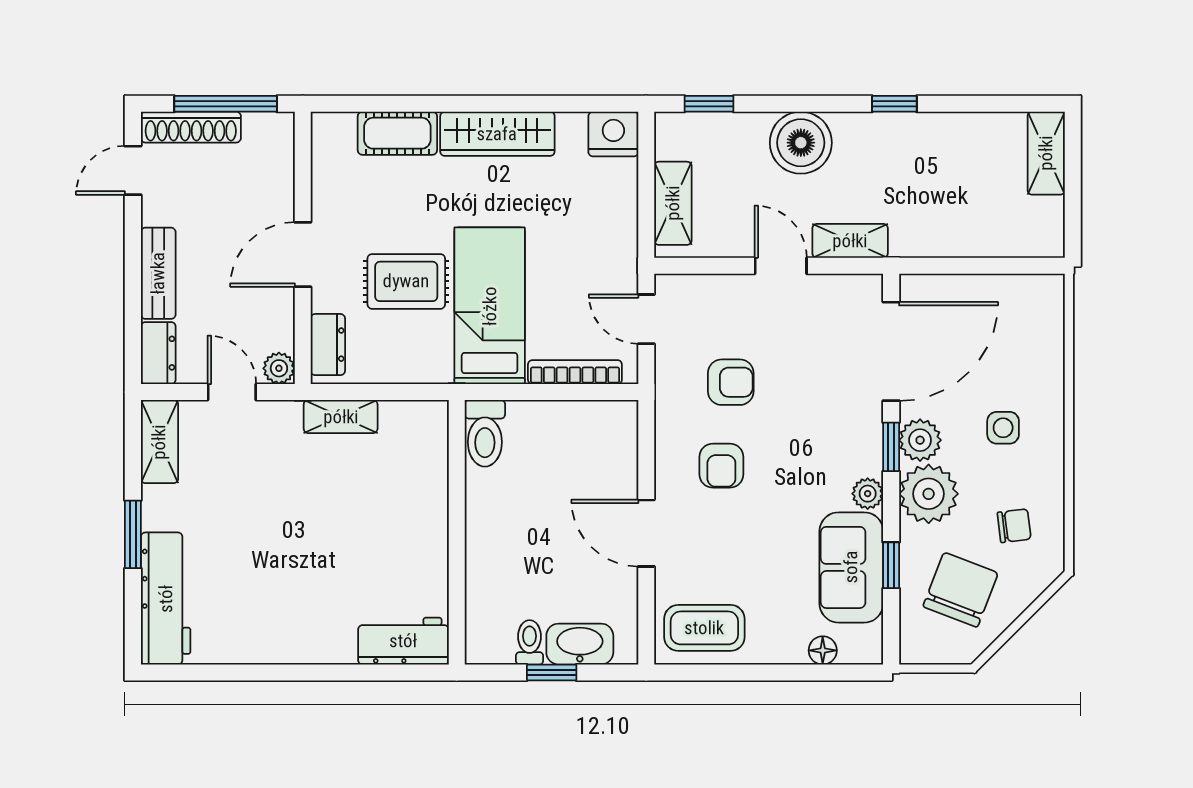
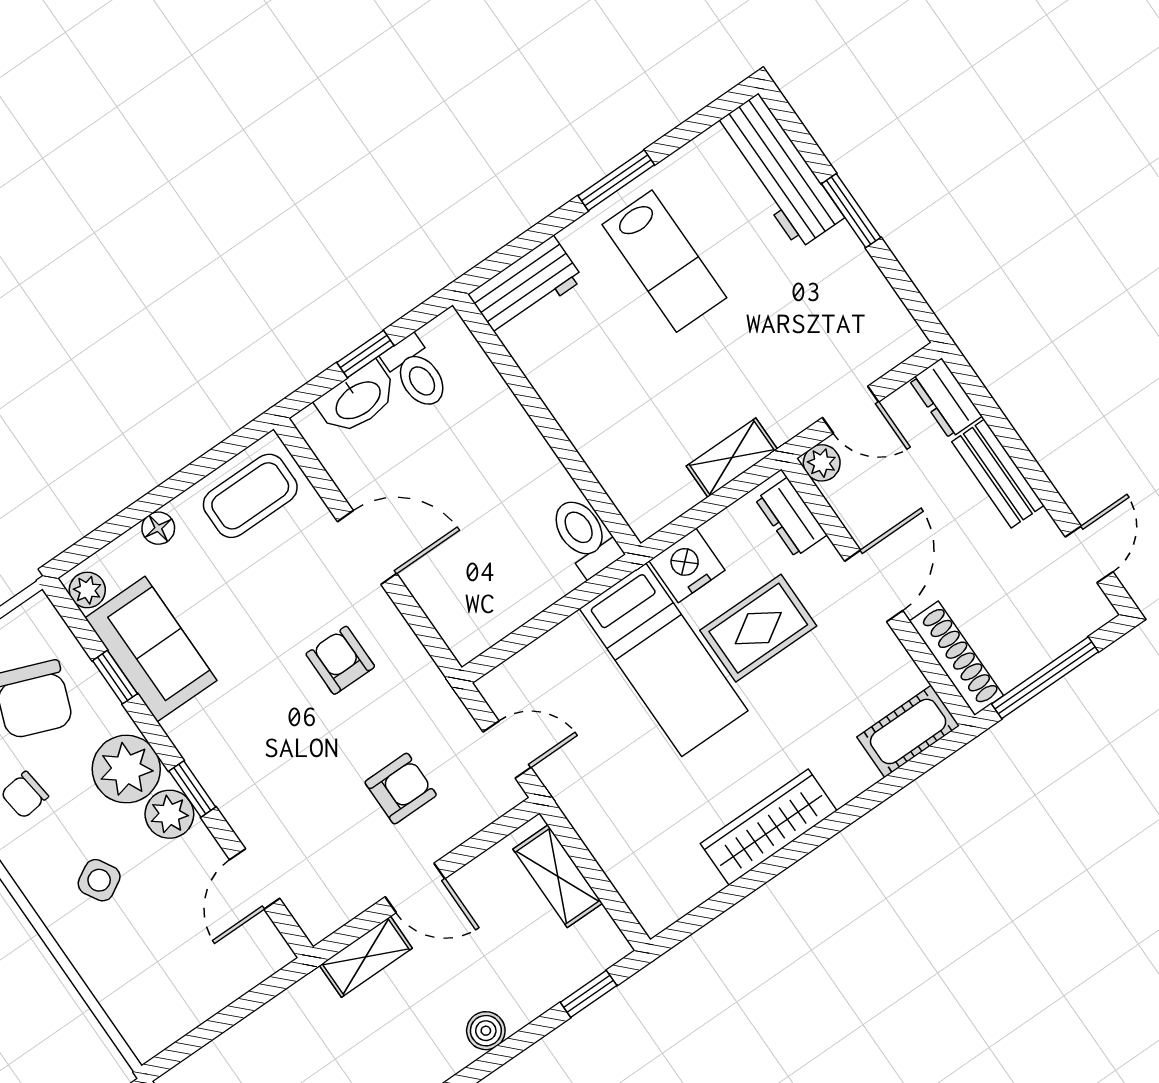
shoe rack: (191, 127) -> (956, 658), moved, turned 90
cot: (397, 133) -> (908, 731), moved
nightstand: (613, 134) -> (687, 565), moved, turned 180
boiler: (801, 143) -> (486, 1031), width x0.54, depth x0.54
door: (891, 351) -> (255, 879), width x0.53
bookcase: (575, 372) -> (540, 653), removed
armchair: (731, 382) -> (401, 789), moved, turned 180
side table: (1003, 428) -> (99, 880), turned -30
shelving: (159, 442) -> (887, 316), removed
plant: (868, 494) -> (87, 590), moved
lab bench: (292, 591) -> (664, 261), added
toilet: (530, 642) -> (416, 373), width x1.37, depth x1.39
floor lamp: (823, 650) -> (158, 528), moved
window: (286, 672) -> (616, 180), added

